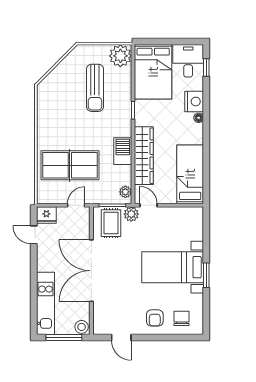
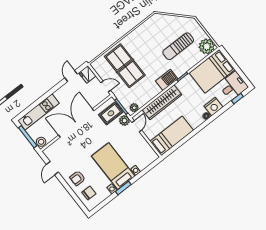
barbecue: (123, 151) -> (167, 80), moved

